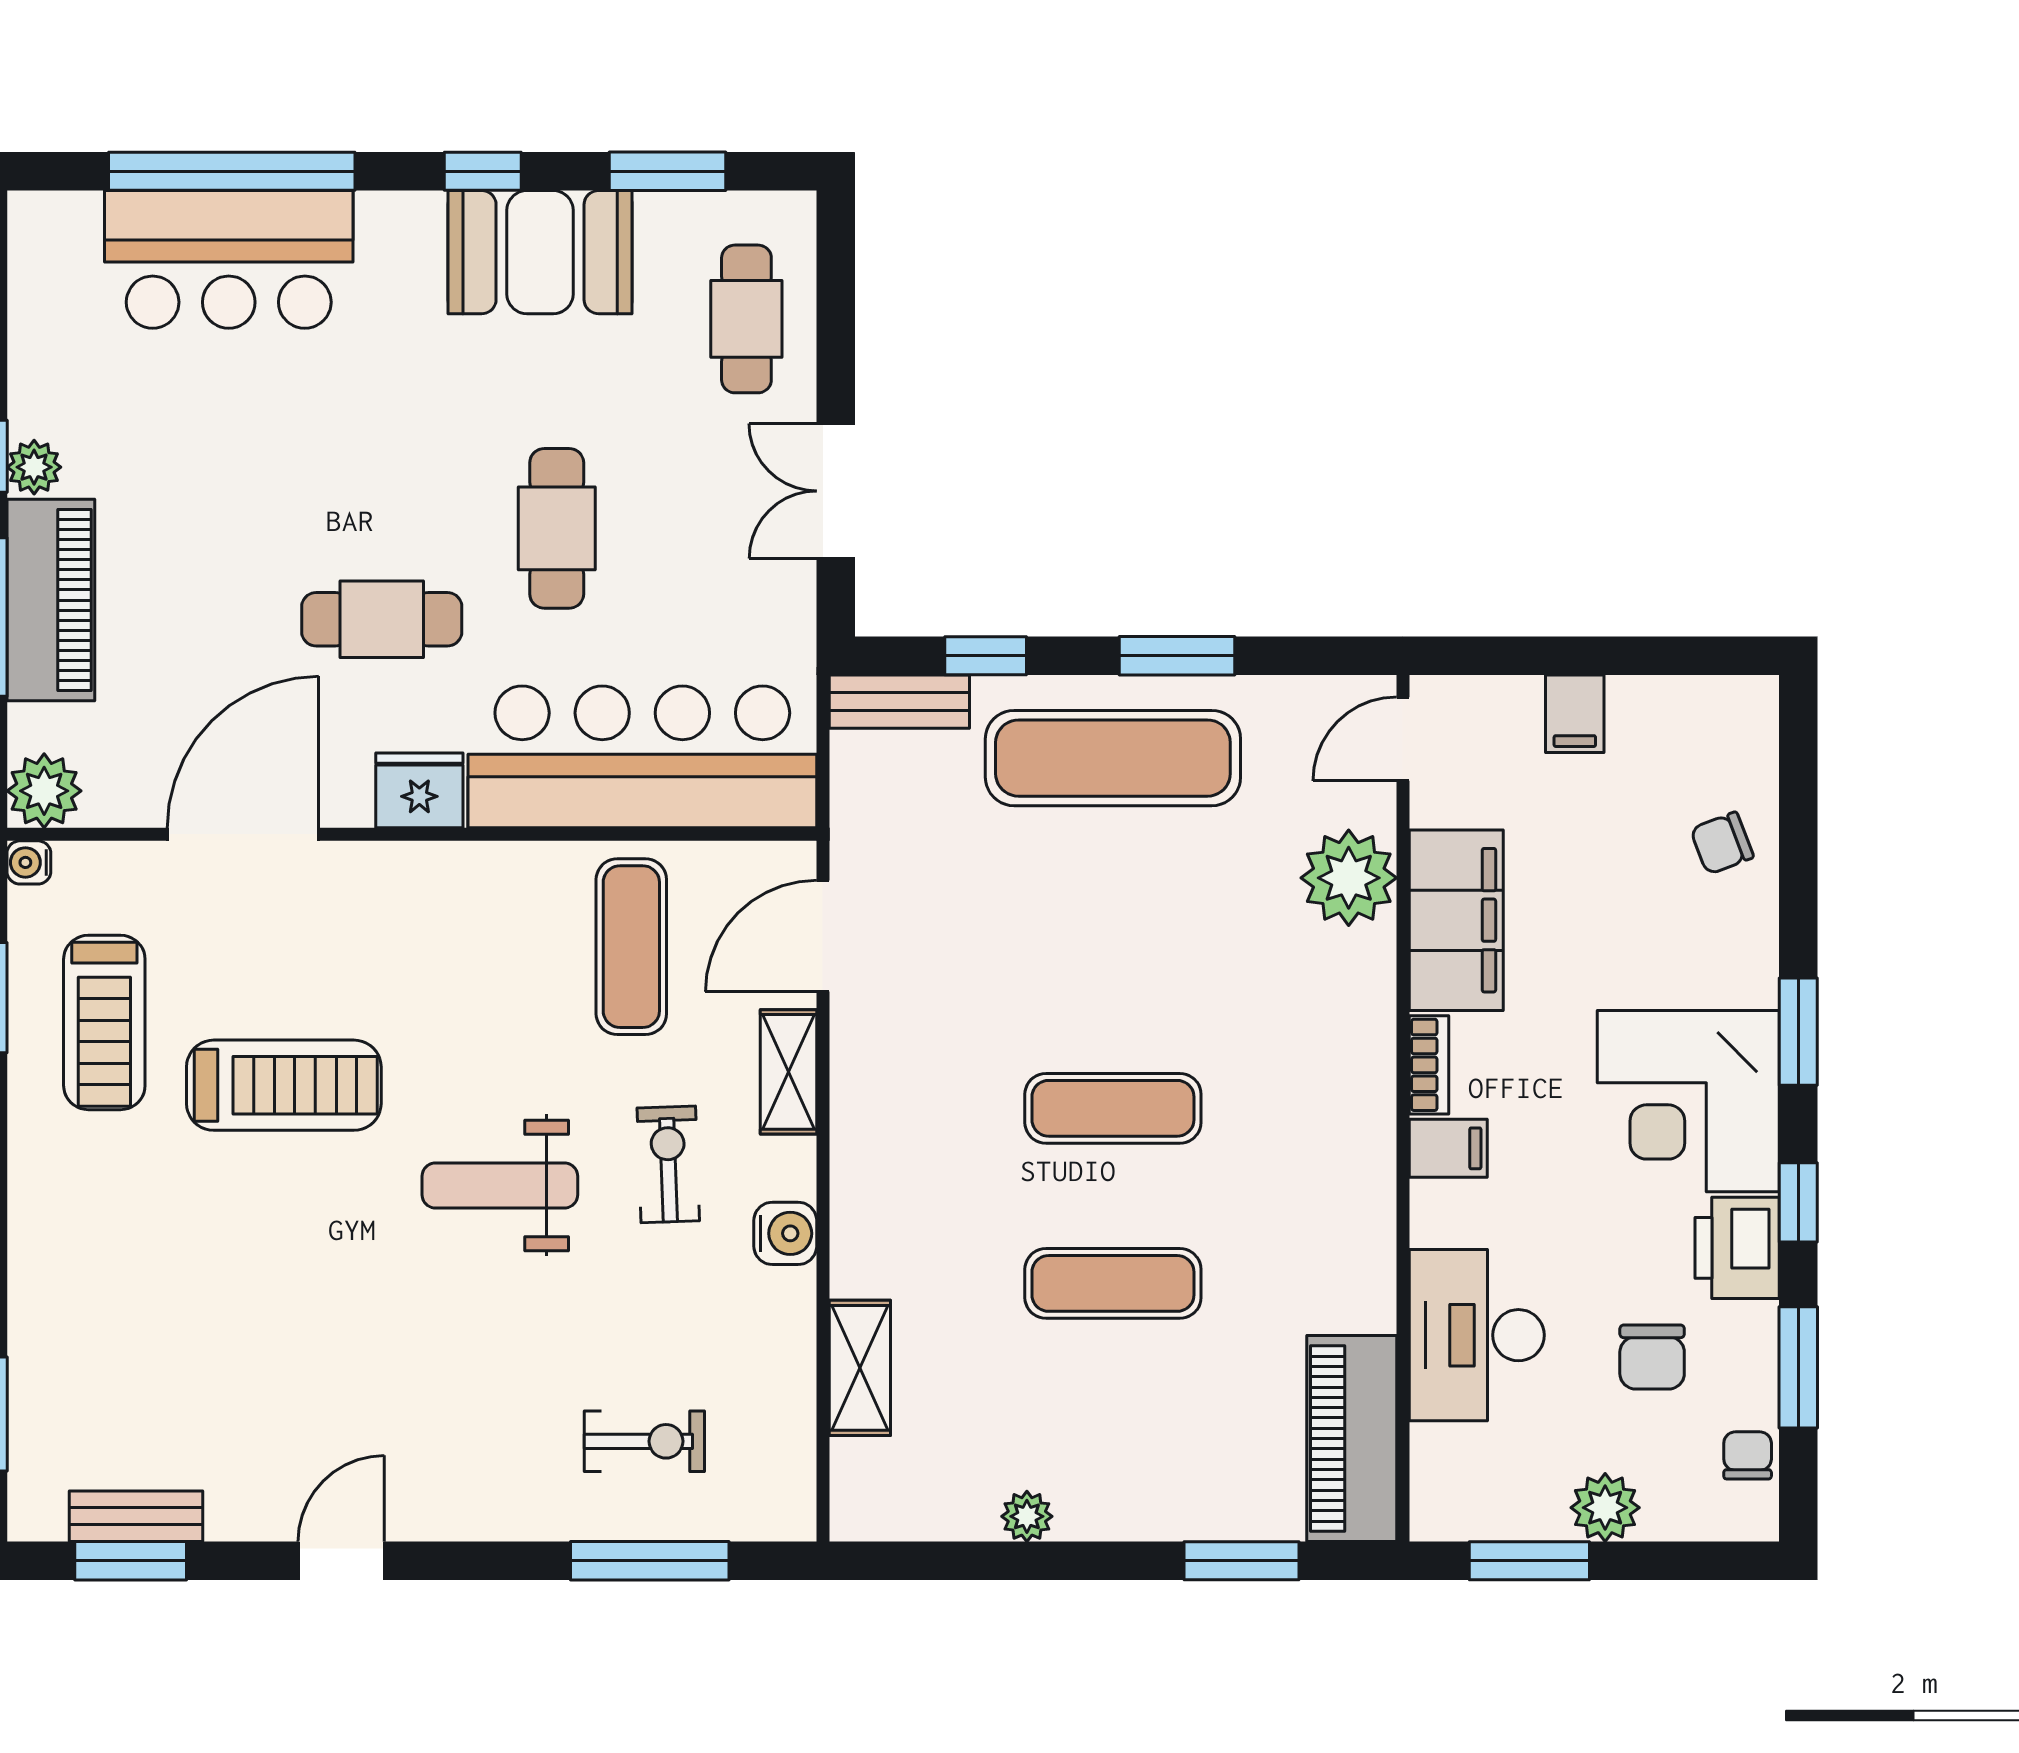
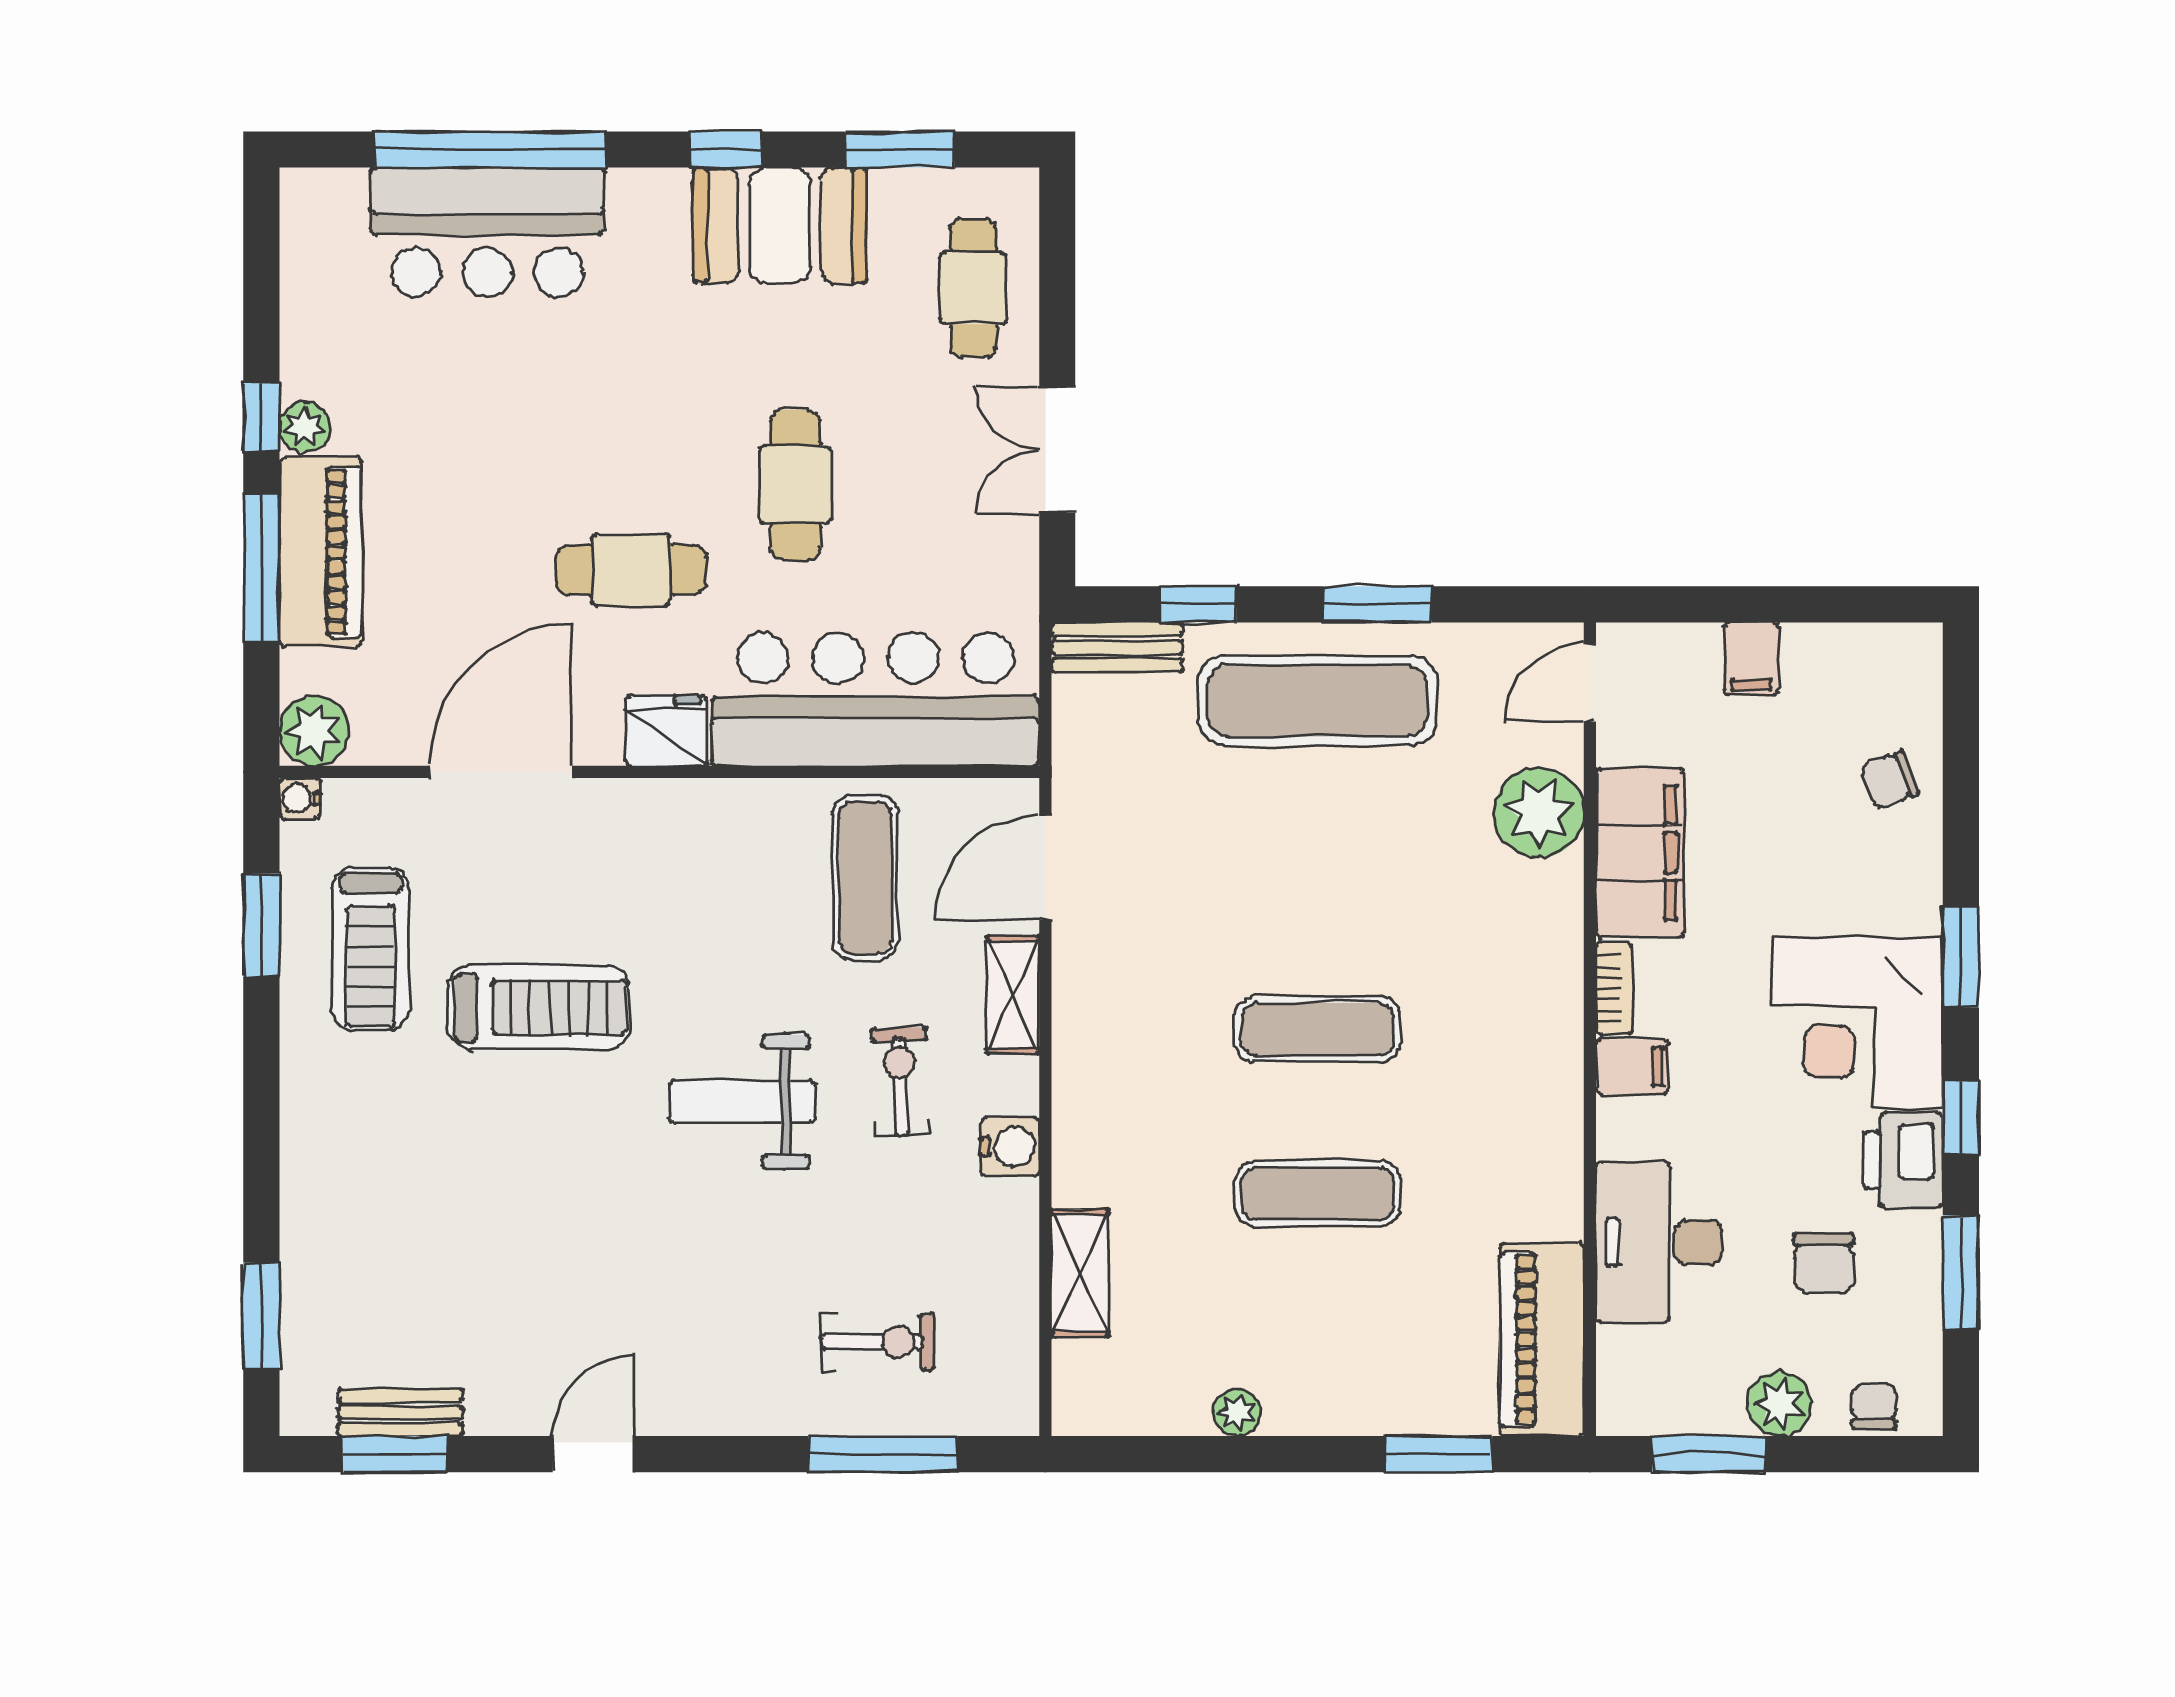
chair: (1748, 1455) -> (1874, 1407), moved

